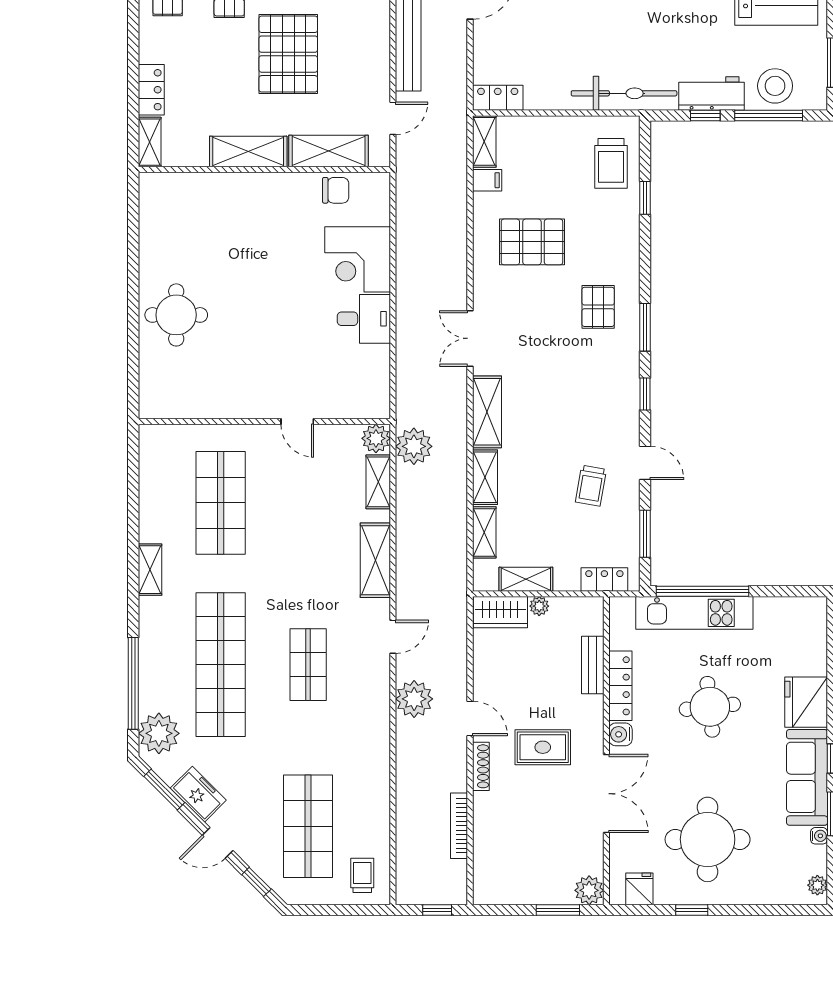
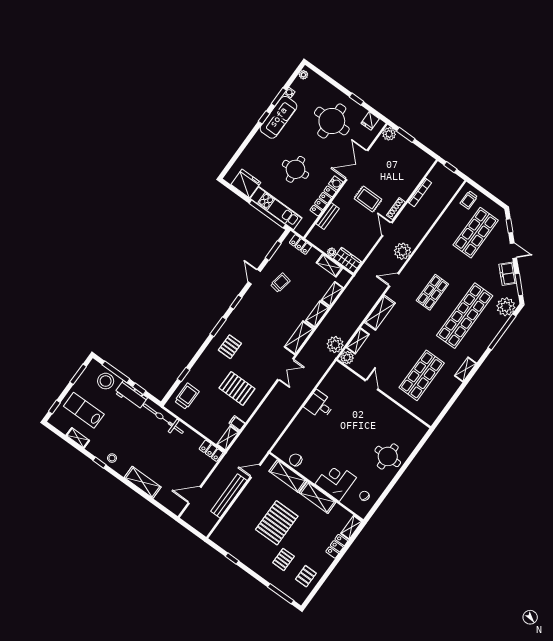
chair: (167, 215) -> (364, 496), added
corner desk: (358, 259) -> (336, 481), moved, turned -90
fridge: (806, 702) -> (246, 183), moved, turned -90

